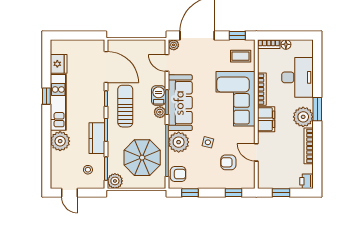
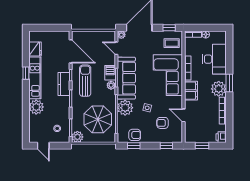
kitchen counter: (97, 138) -> (64, 84), moved
armchair: (178, 174) -> (135, 135), moved

